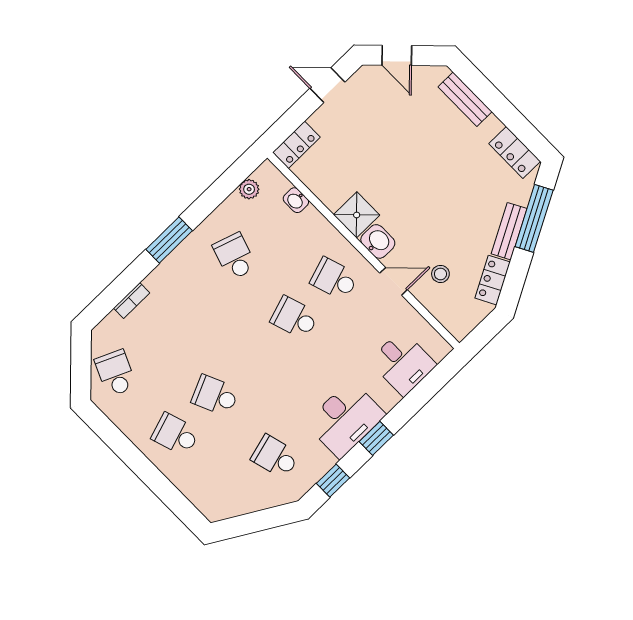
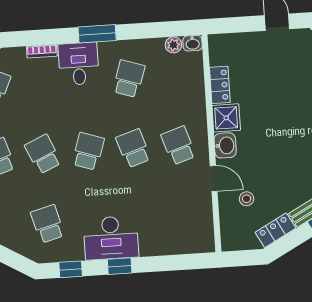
locker: (296, 145) -> (220, 85), moved, turned -90
washbasin: (296, 200) -> (193, 43), moved, turned -90
school desk: (255, 357) -> (88, 151), added
desk: (403, 363) -> (79, 64), moved, turned 180

